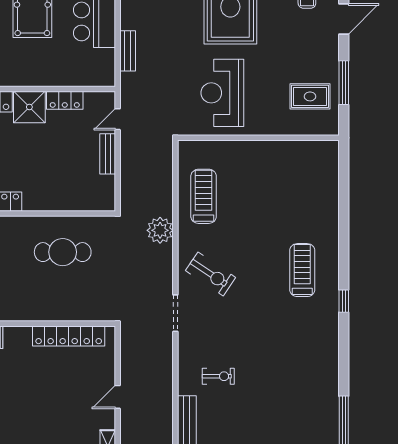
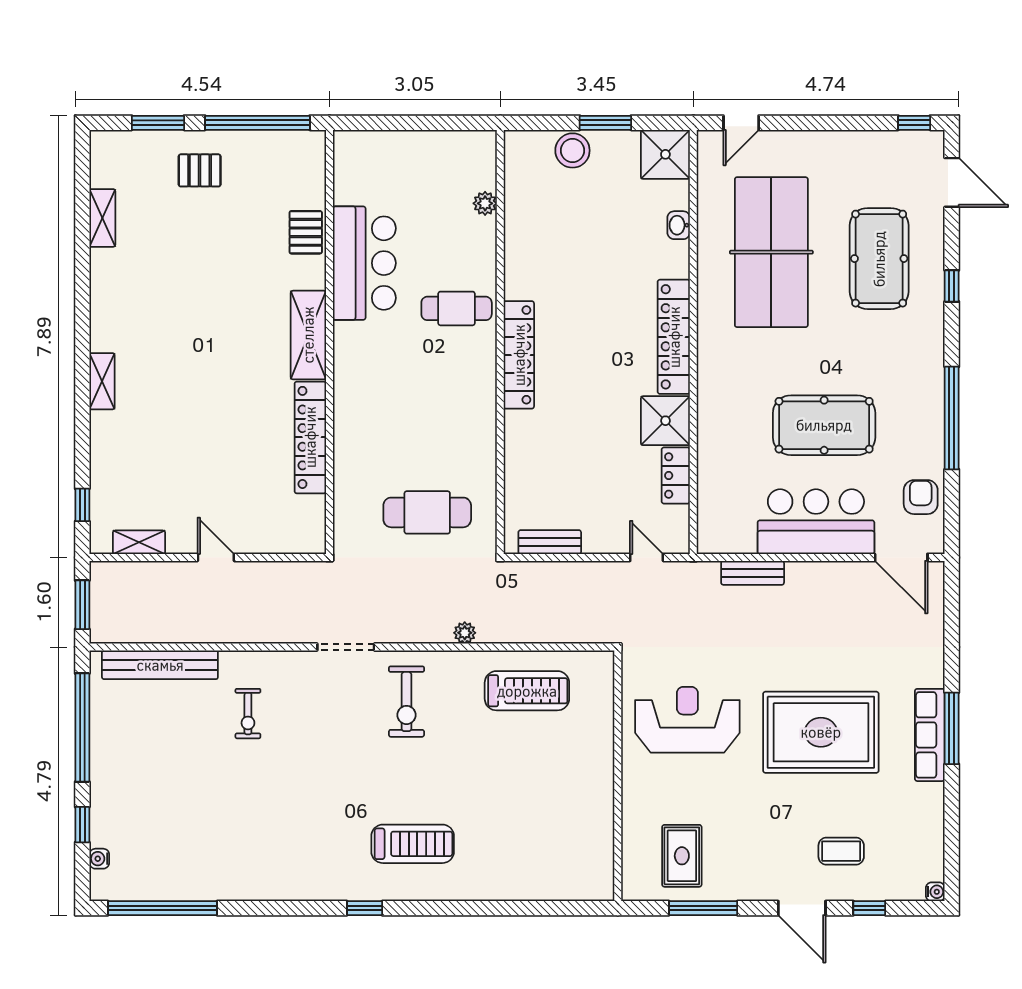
bench: (108, 154) -> (550, 542), moved
plant: (160, 230) -> (465, 633), width x0.53, depth x0.53
cafe table: (63, 252) -> (427, 512), moved, turned 90
exercise bike: (211, 274) -> (406, 702), turned -34
locker: (69, 336) -> (310, 437), moved

